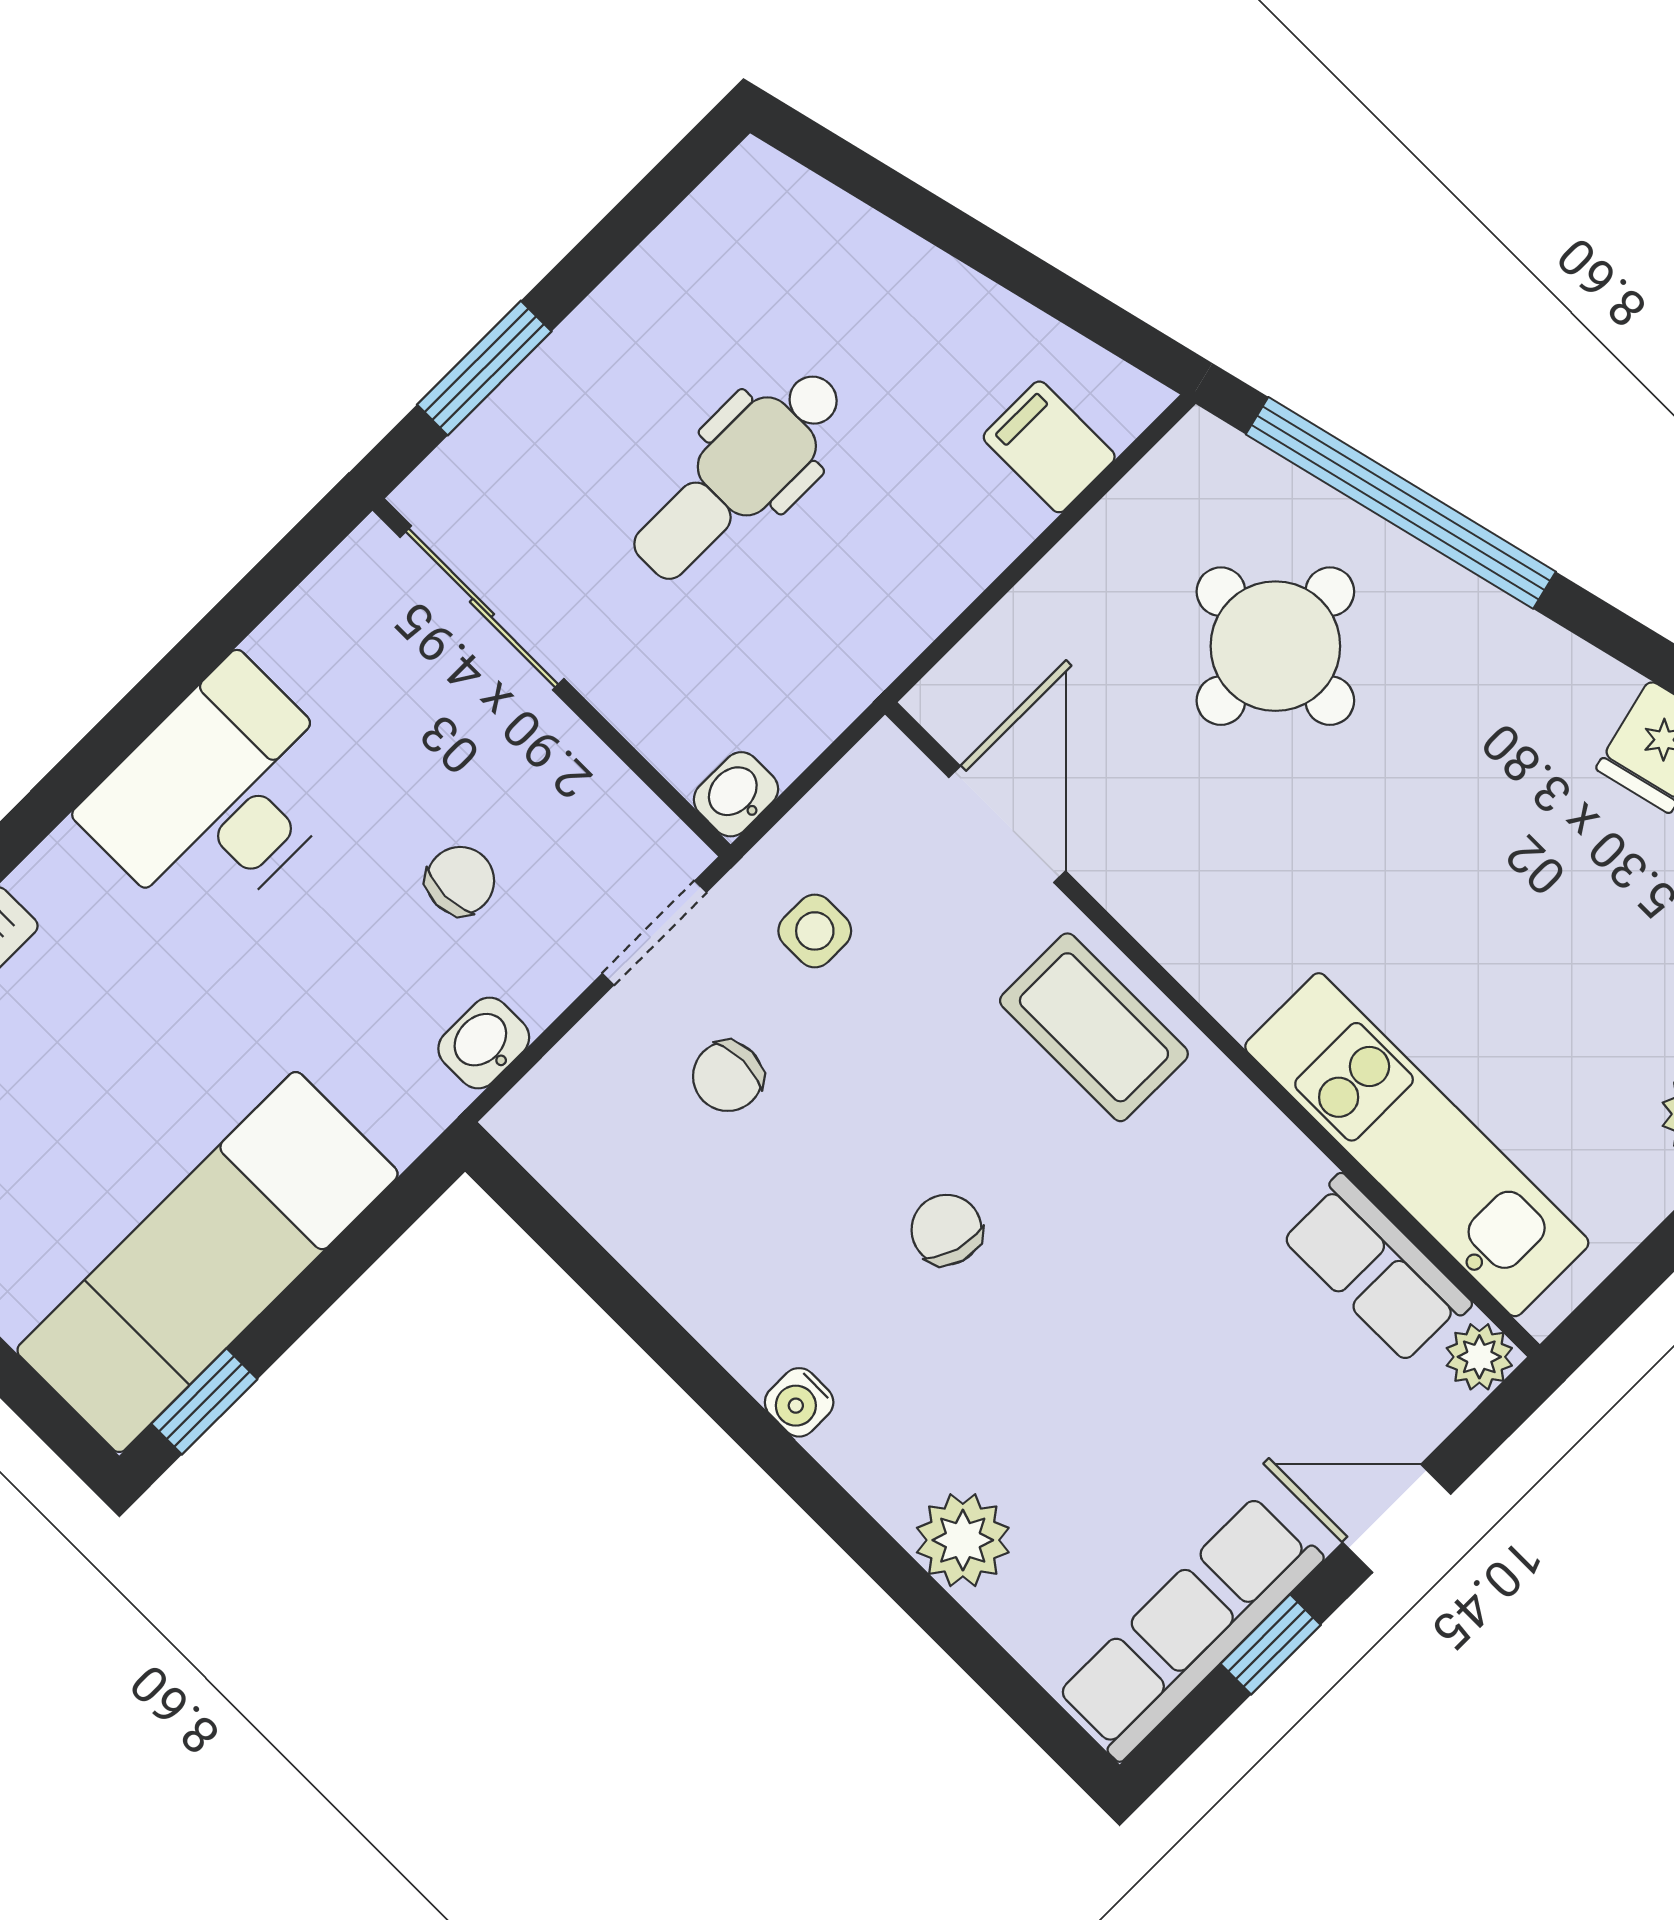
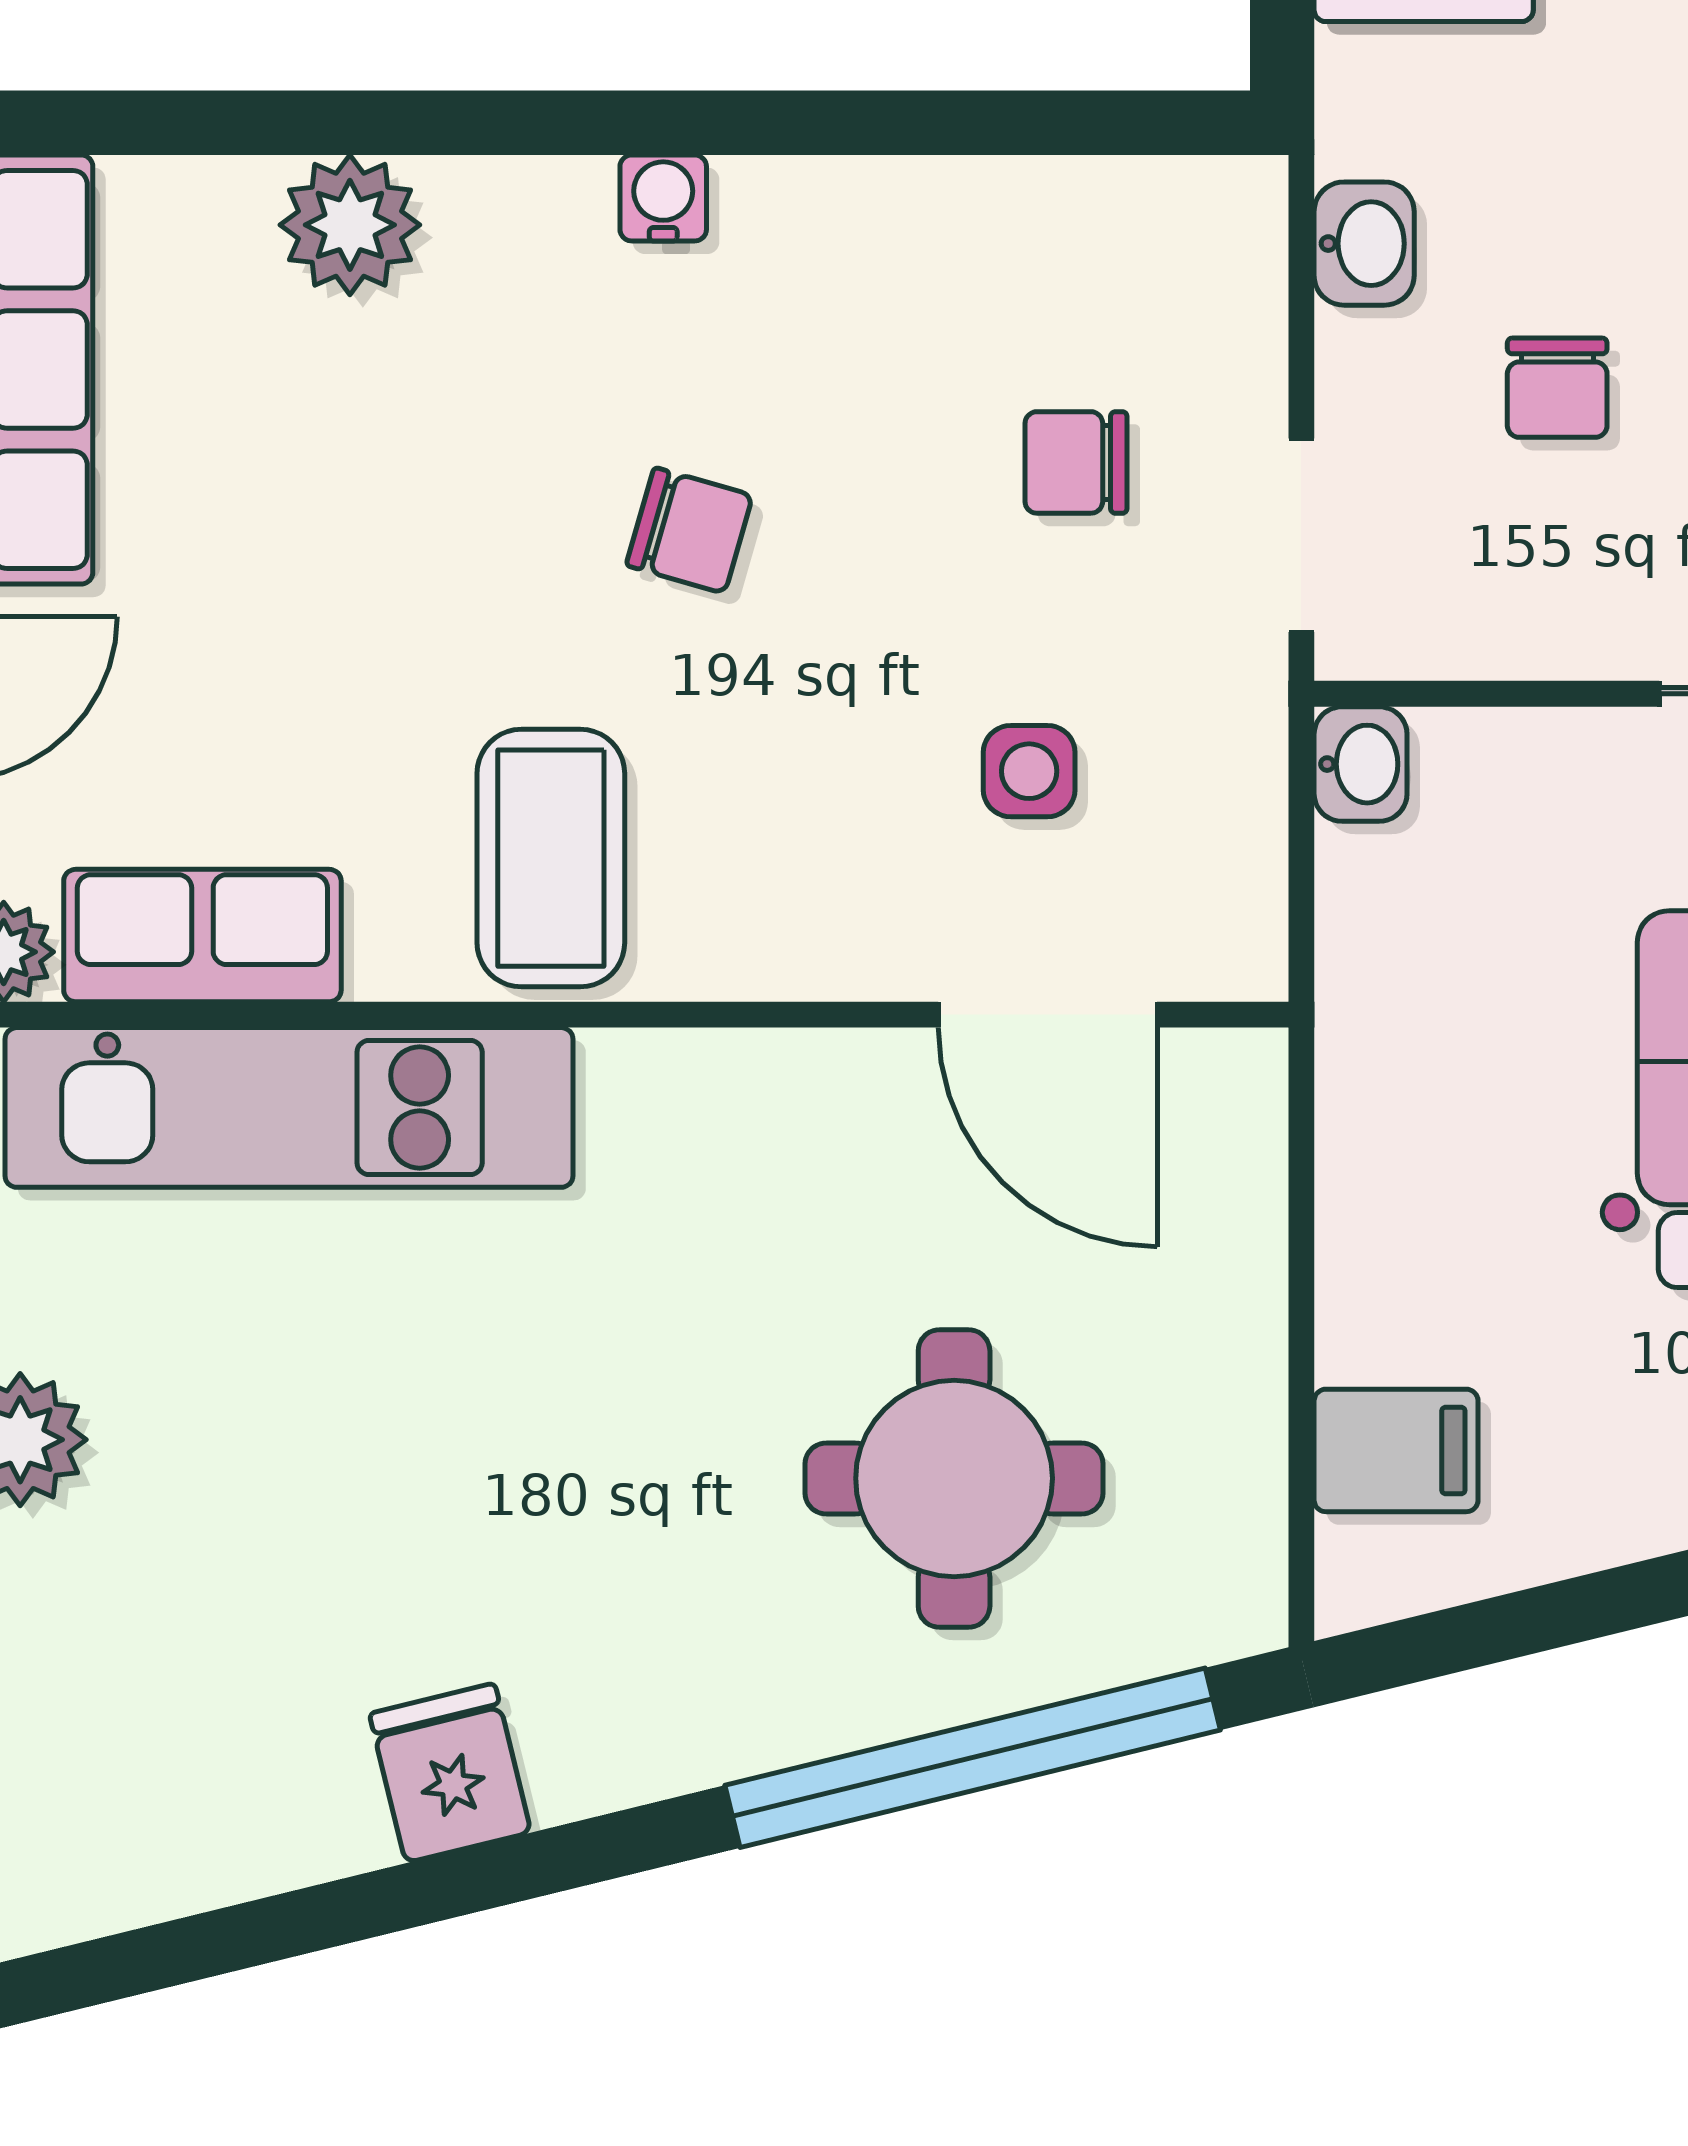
side table: (815, 931) -> (1029, 771), moved
coffee table: (1094, 1027) -> (551, 858), moved, turned 90
chair: (728, 1076) -> (1076, 462), turned -90

